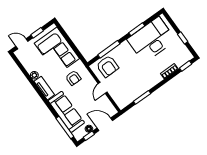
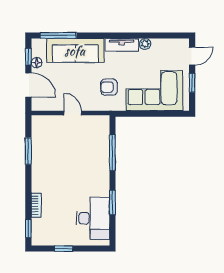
desk: (151, 40) -> (93, 218), width x0.73, depth x0.77
armchair: (107, 66) -> (94, 137), removed
door: (105, 124) -> (28, 85), hinge flipped

